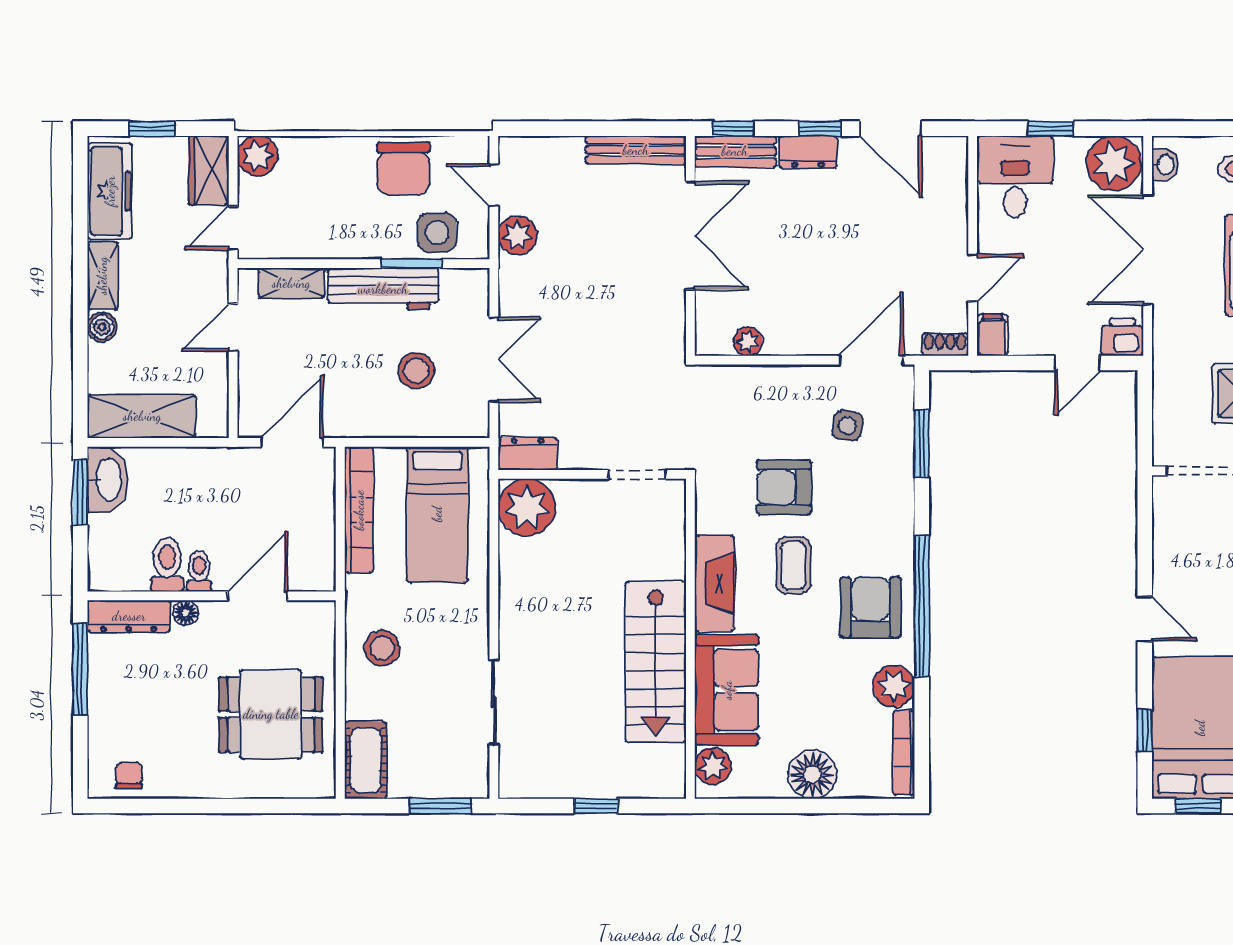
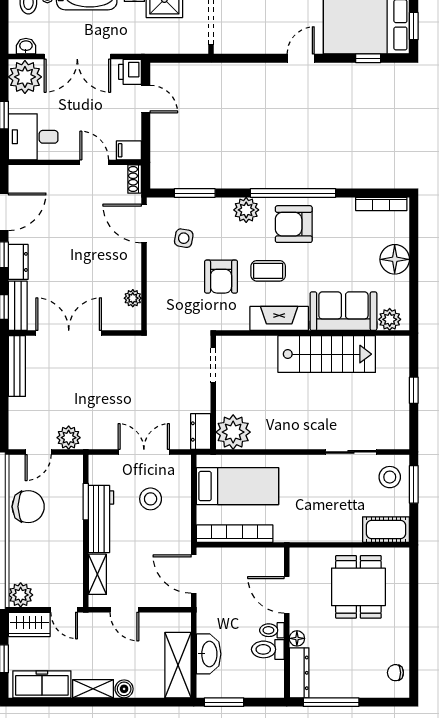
side table: (437, 232) -> (67, 486), removed
washbasin: (108, 480) -> (209, 654), moved, turned 90
stool: (382, 648) -> (390, 477), moved
plant: (894, 686) -> (246, 210), moved

